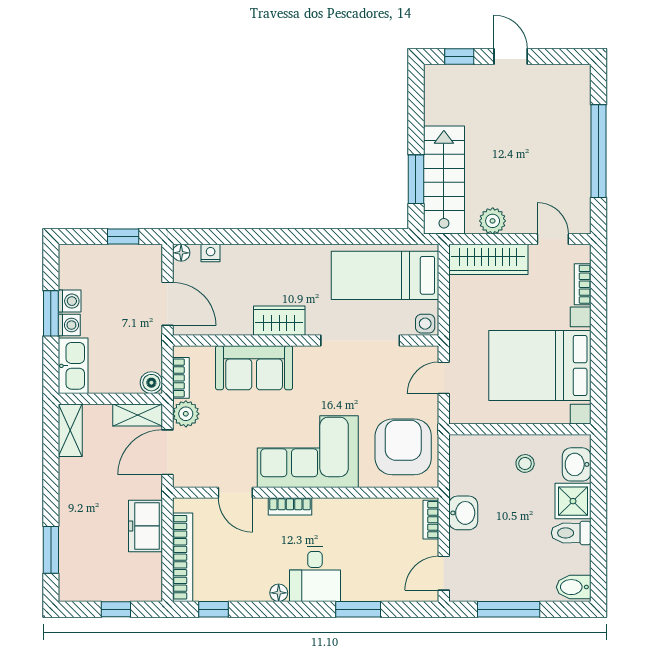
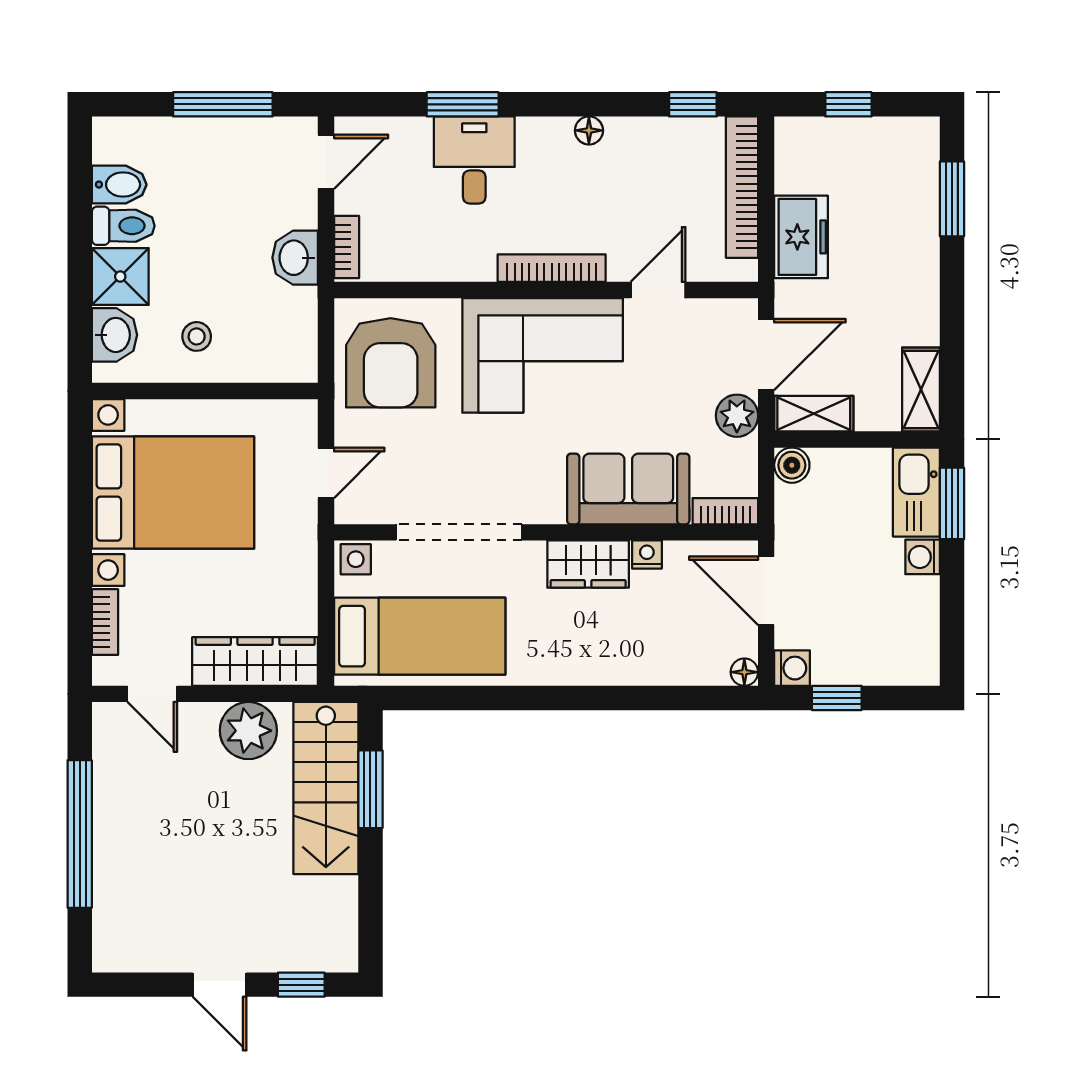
plant: (493, 221) -> (248, 731), width x1.36, depth x1.36
nightstand: (211, 253) -> (647, 555), moved, turned 180
washing machine: (70, 301) -> (792, 668), moved, turned 180
window: (51, 313) -> (952, 503), moved
bookcase: (181, 378) -> (725, 511), moved, turned 90
door: (235, 493) -> (658, 290), hinge flipped
bookcase: (290, 506) -> (552, 268), width x1.56
desk: (315, 574) -> (474, 160), moved
bidet: (574, 587) -> (119, 185), moved

